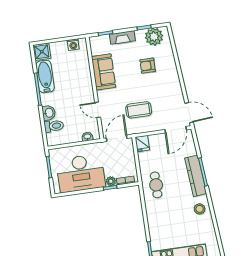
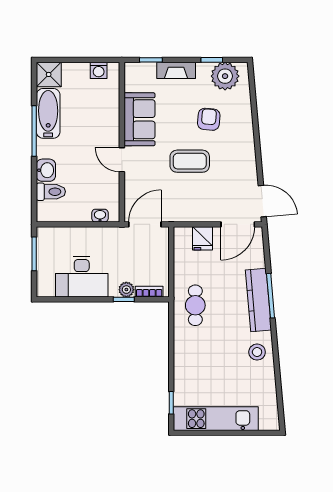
armchair: (148, 66) -> (209, 119), turned 95
door: (98, 110) -> (122, 160), moved
coffee table: (139, 110) -> (190, 161), moved
fridge: (142, 144) -> (203, 238), moved
desk: (81, 173) -> (82, 277), width x0.73, depth x0.77

